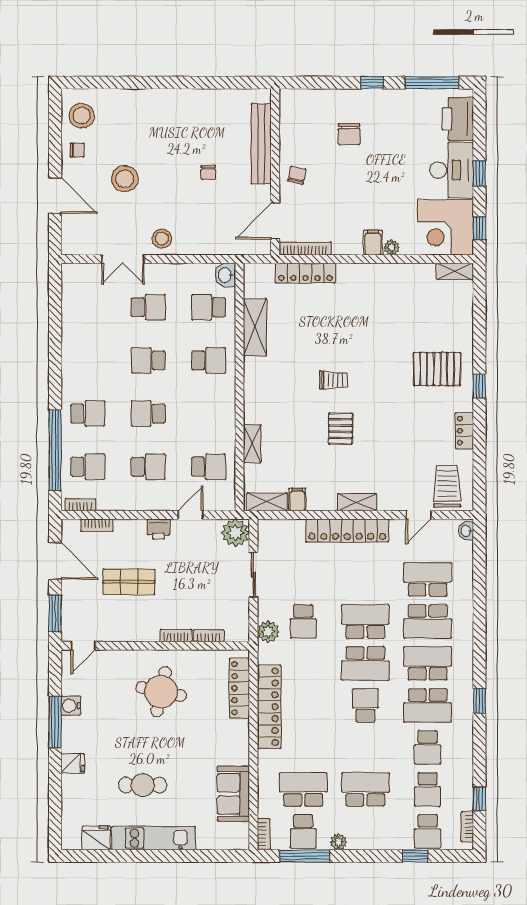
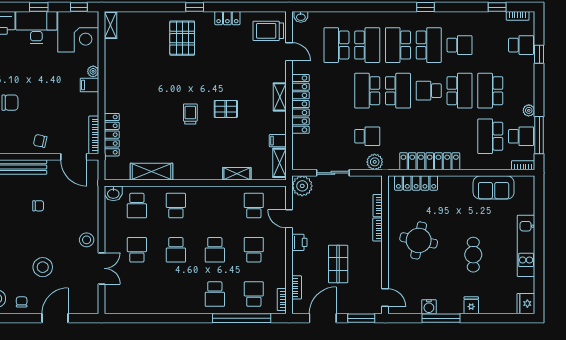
school desk: (88, 414) -> (215, 294), turned 180
cafe table: (143, 785) -> (473, 255), moved
school desk: (428, 789) -> (460, 91), moved, width x1.85
fridge: (96, 838) -> (526, 304), moved

